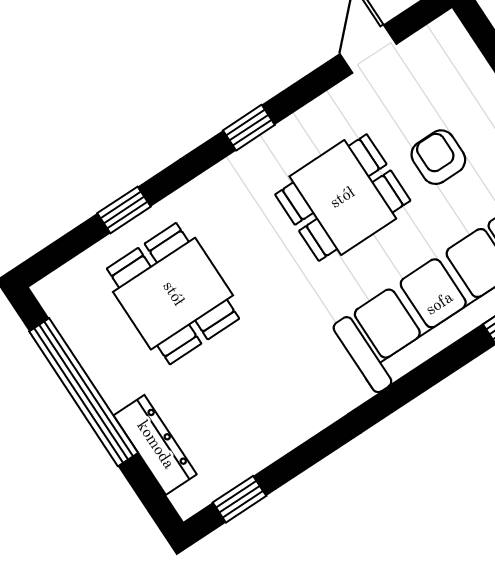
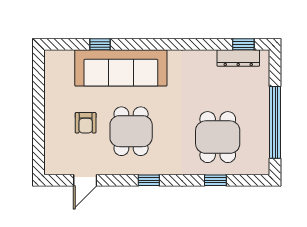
dining table: (343, 198) -> (131, 131), turned 90
dresser: (155, 445) -> (238, 58), moved, turned -90

